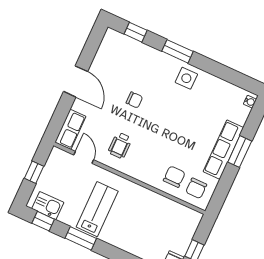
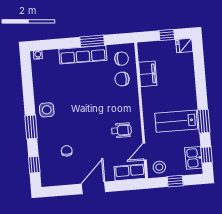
chair: (134, 100) -> (67, 151), moved
window: (240, 152) -> (92, 41), moved
stool: (58, 164) -> (159, 167), added
filing cabinet: (164, 207) -> (148, 74), added

